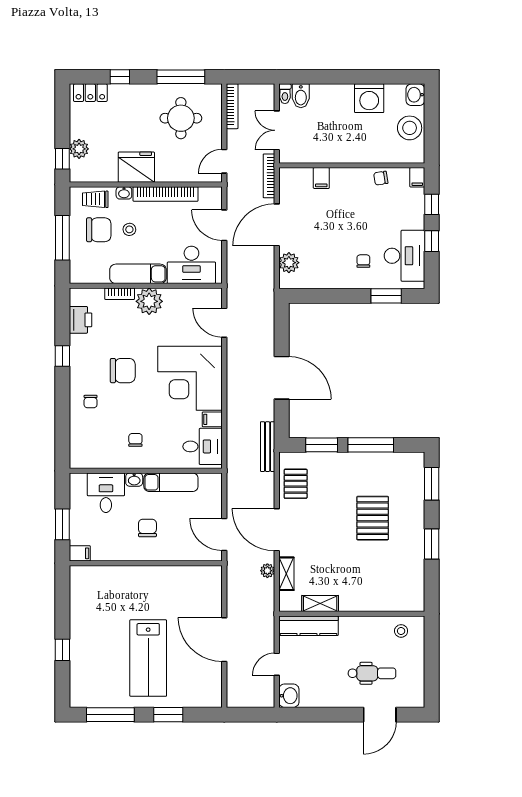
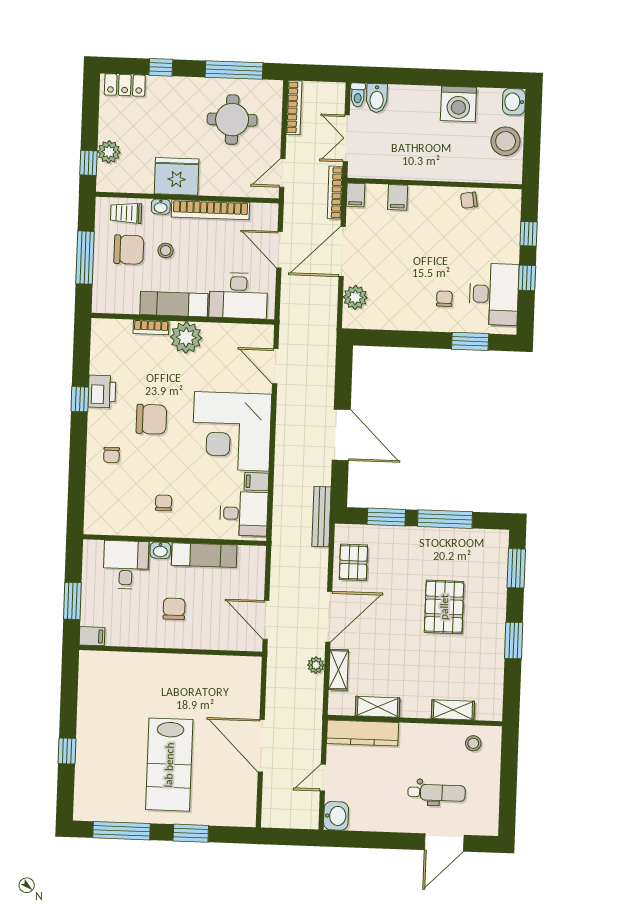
filing cabinet: (417, 177) -> (356, 195), moved
printer: (81, 320) -> (102, 391), moved
door: (277, 530) -> (329, 617), swing flipped
shelving: (383, 604) -> (453, 710), added

